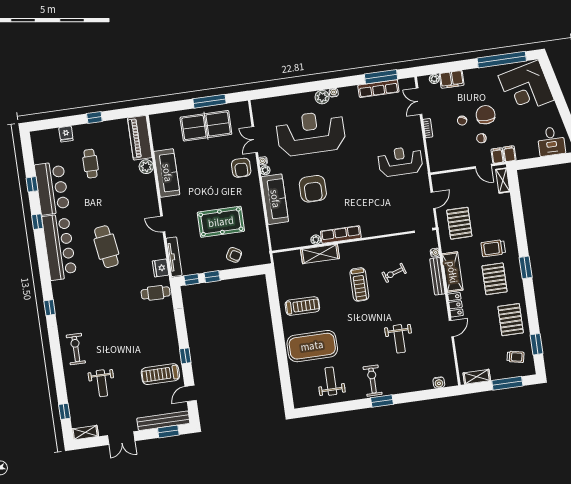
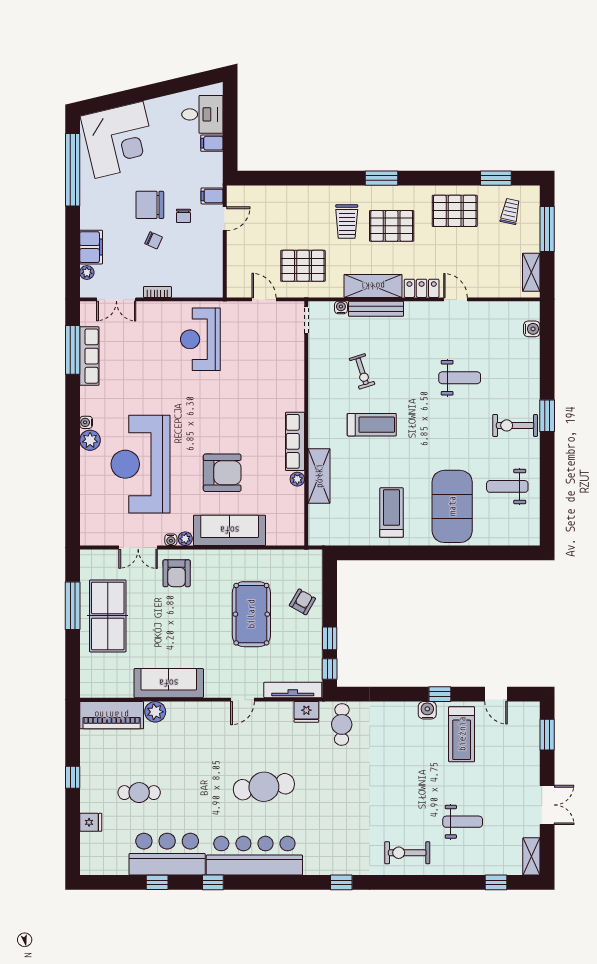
filing cabinet: (509, 154) -> (212, 143), moved
armchair: (241, 168) -> (177, 573), turned 90
shelving: (503, 181) -> (250, 193), removed
water cooler: (173, 349) -> (427, 710), added
bench: (163, 421) -> (530, 740), removed

